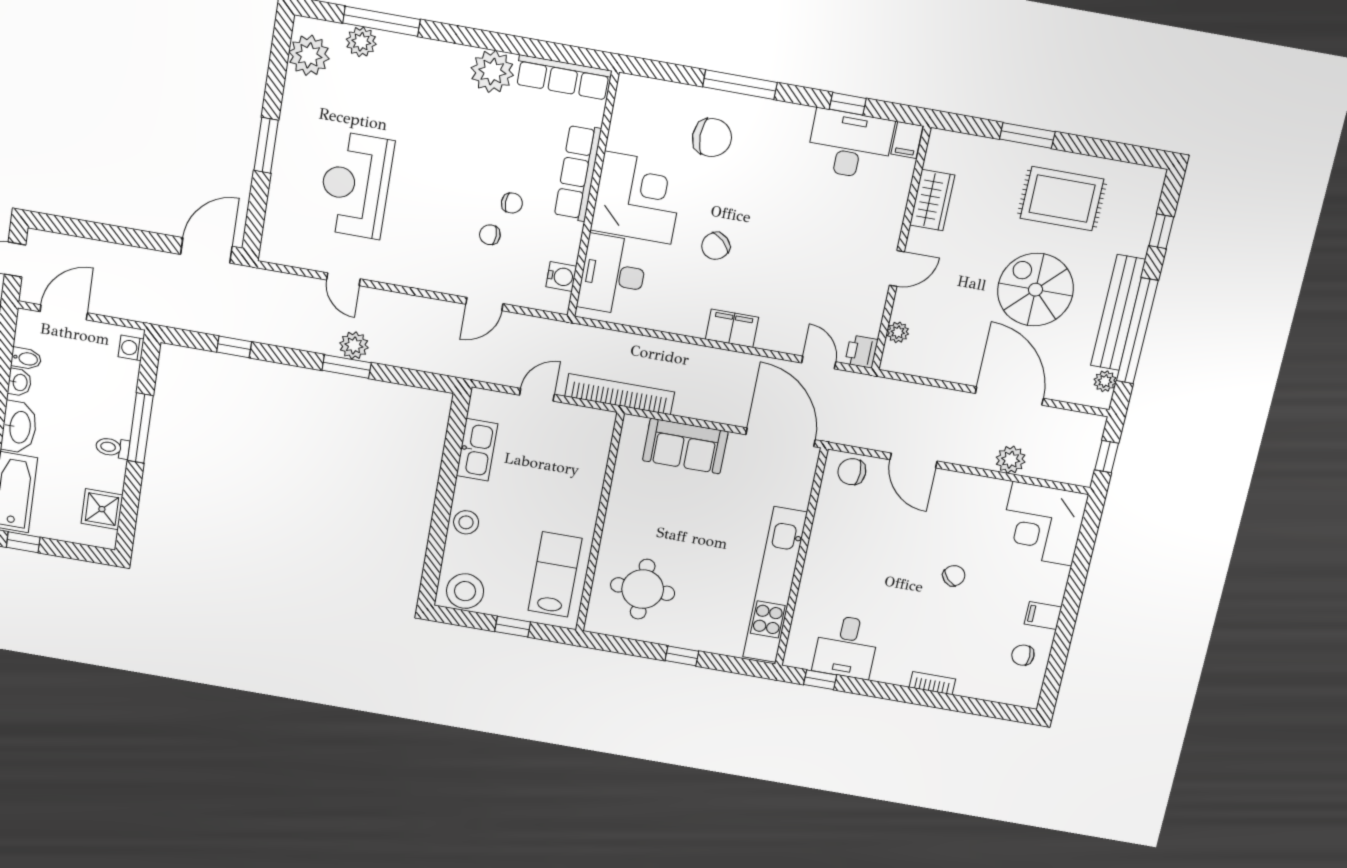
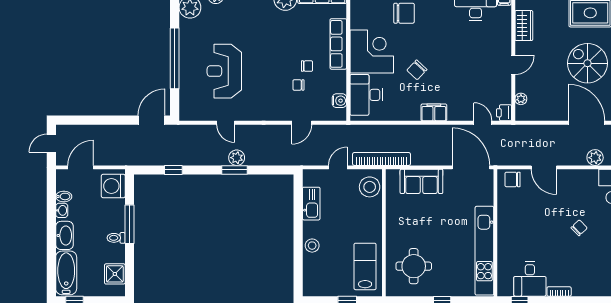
window: (266, 145) -> (175, 58), width x2.11
washing machine: (131, 348) -> (113, 186), width x1.89, depth x1.89
stool: (465, 591) -> (370, 187), moved
bookcase: (932, 683) -> (559, 291), moved

